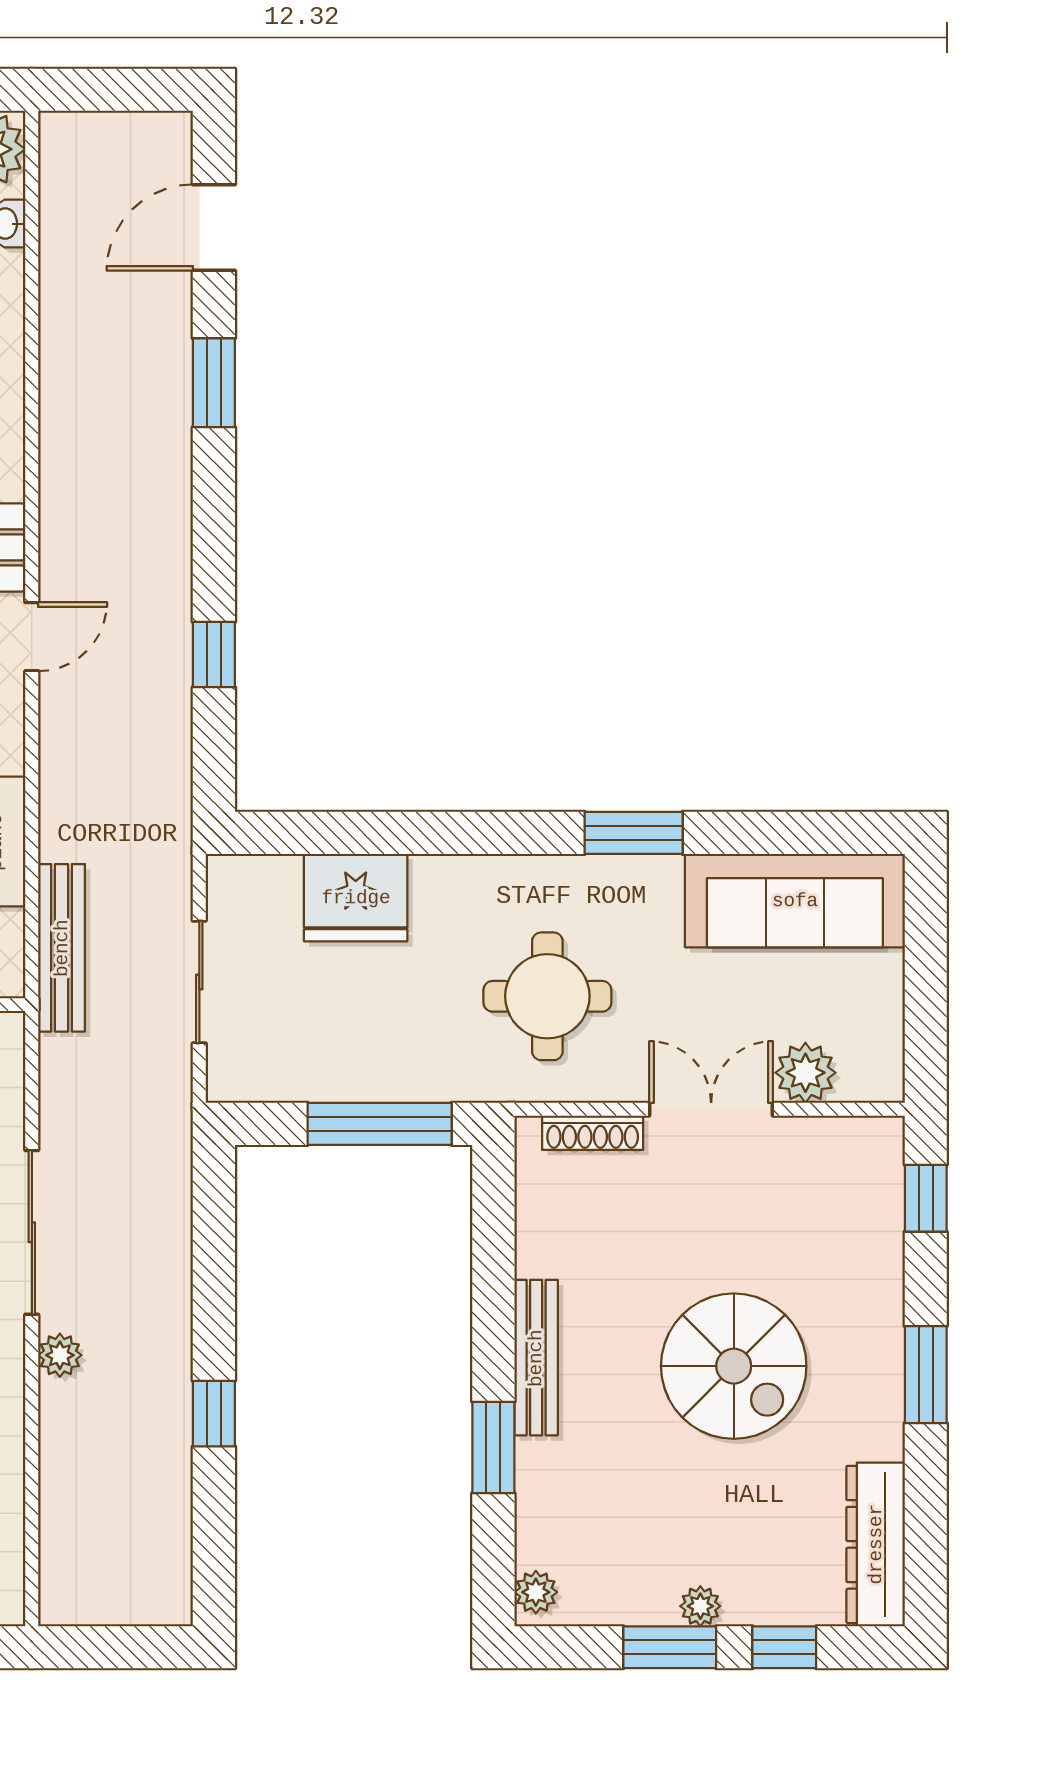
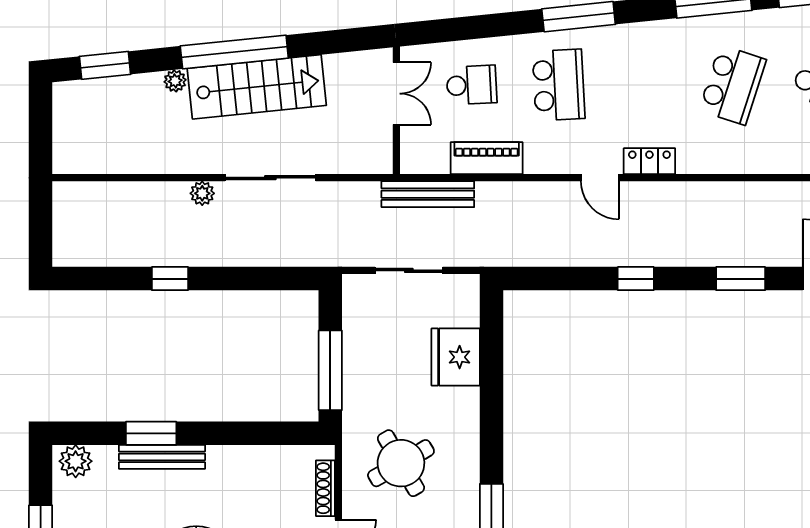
window: (214, 654) -> (636, 279), moved
round table: (547, 996) -> (401, 463), turned -30
bench: (536, 1358) -> (162, 457), moved
plant: (536, 1592) -> (76, 461), width x1.38, depth x1.38

